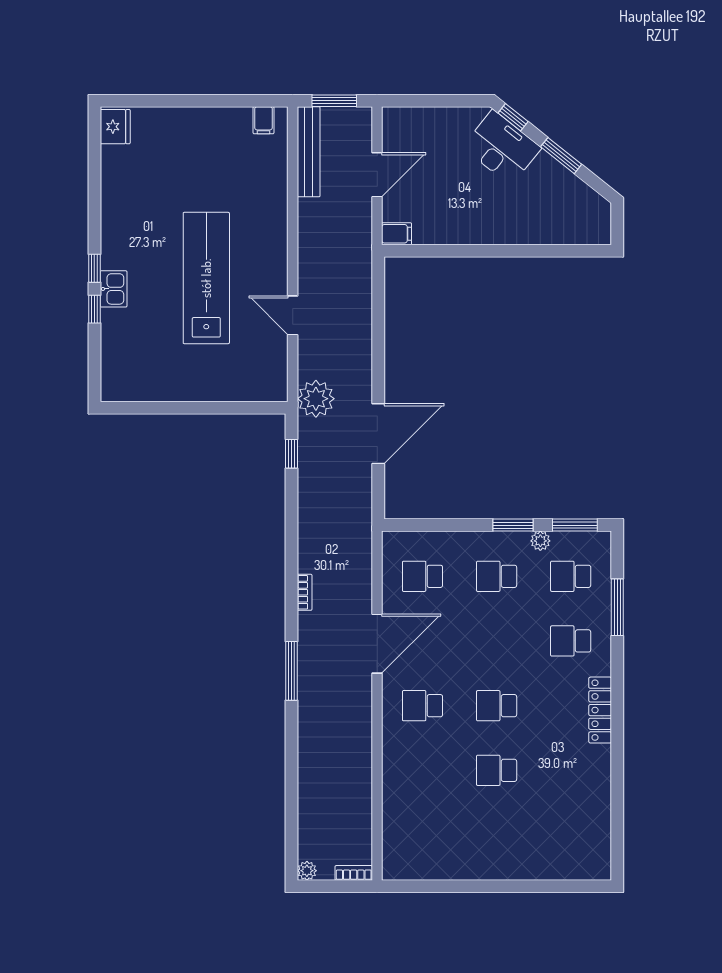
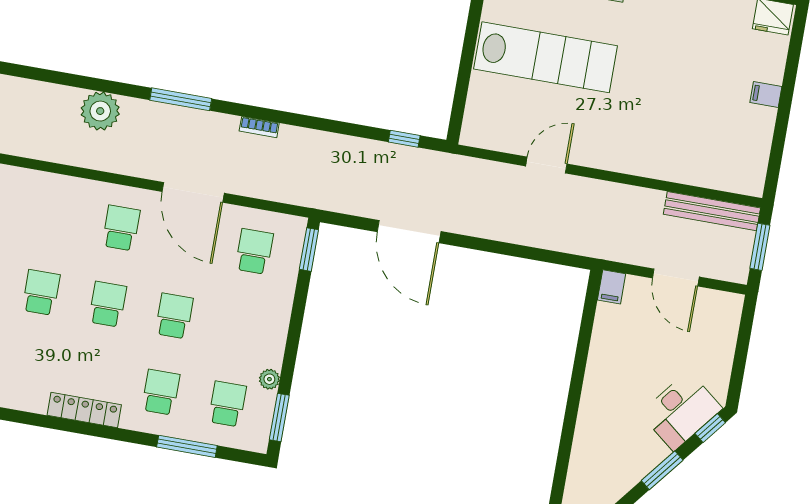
filing cabinet: (264, 120) -> (766, 95), moved
lab bench: (206, 278) -> (546, 57), moved
plant: (316, 399) -> (100, 111), moved
window: (513, 525) -> (309, 250), moved
school desk: (497, 576) -> (174, 316), moved

